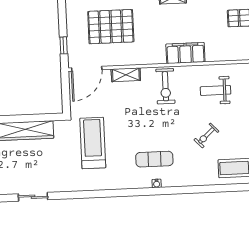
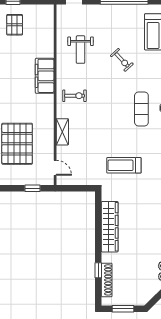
door: (87, 69) -> (55, 168), width x0.53
exercise bike: (165, 86) -> (75, 96), width x0.73, depth x0.72
treadmill: (93, 143) -> (124, 165), width x0.73, depth x0.73

